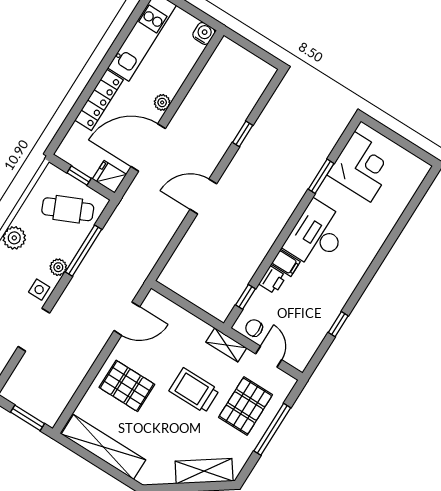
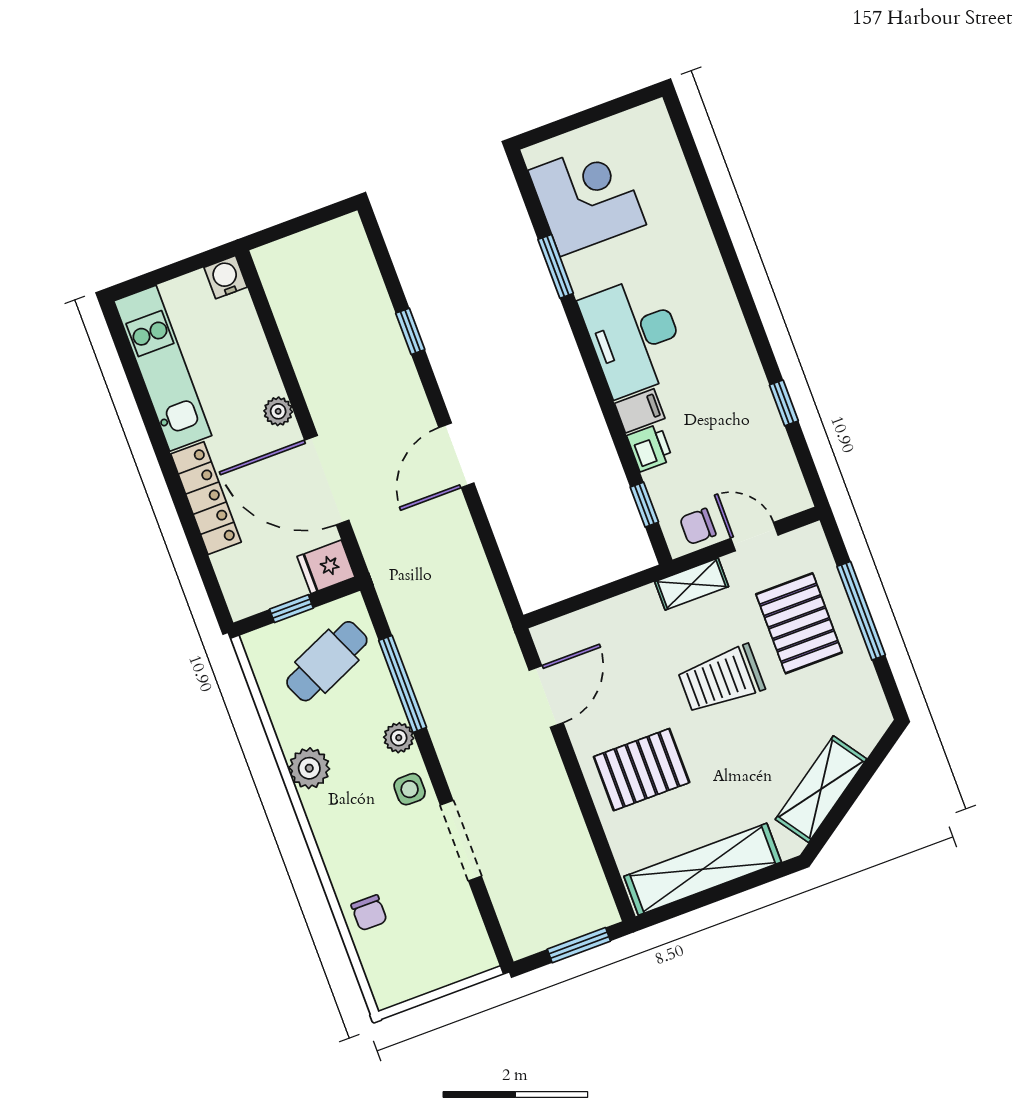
door: (148, 148) -> (327, 480), hinge flipped
shelving: (204, 471) -> (821, 789), moved

